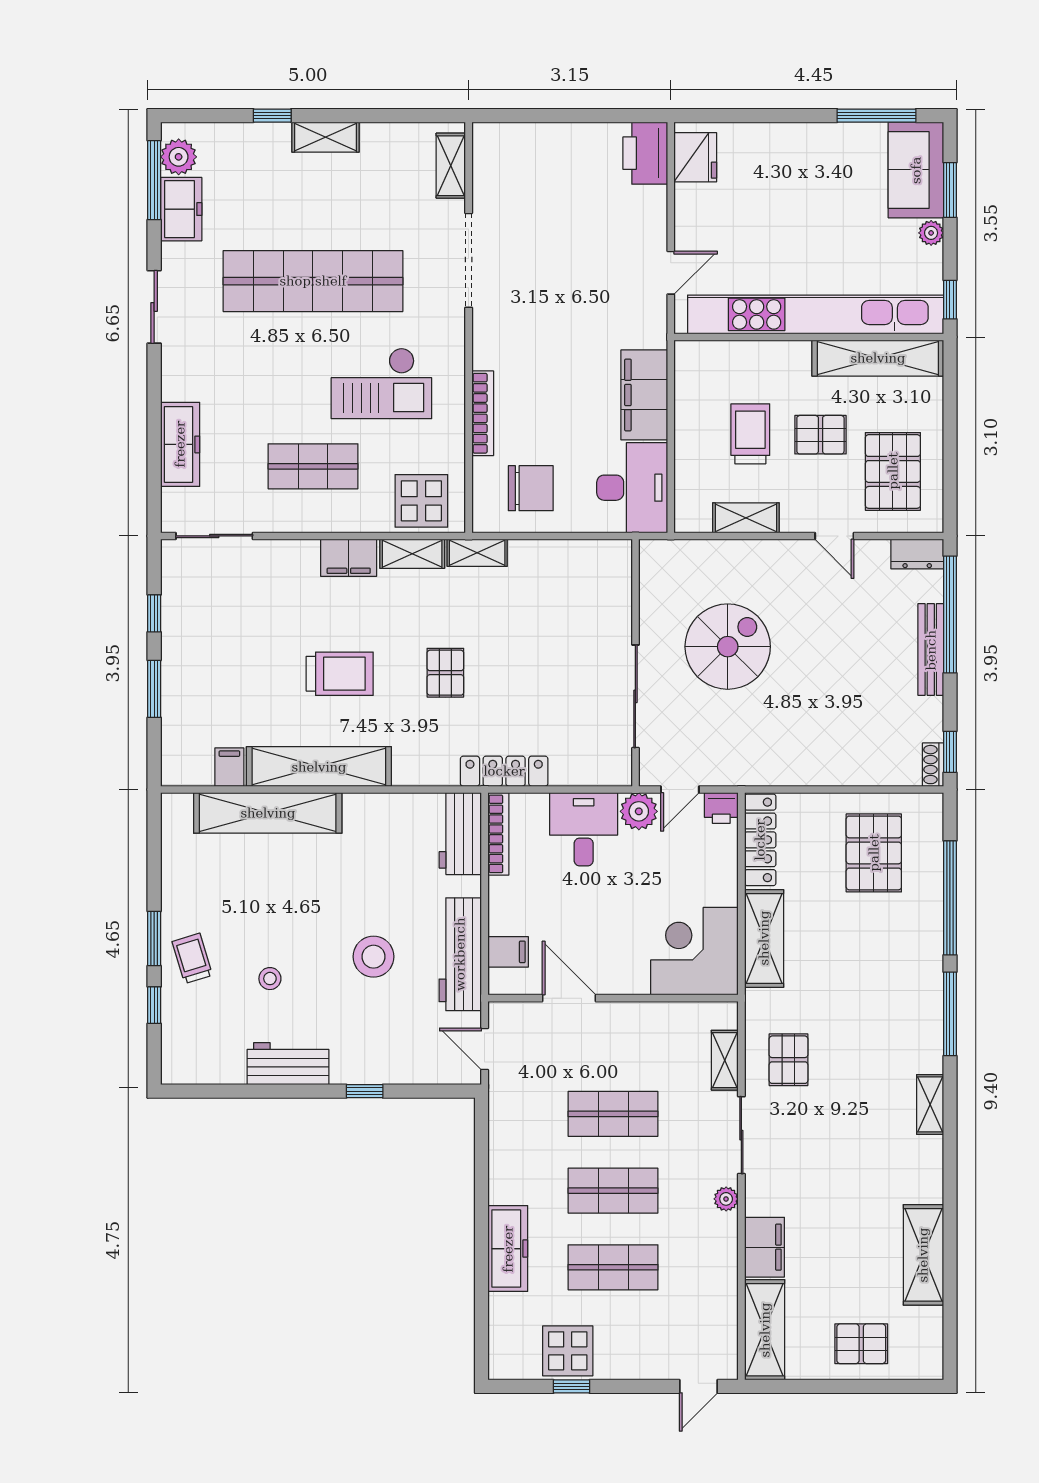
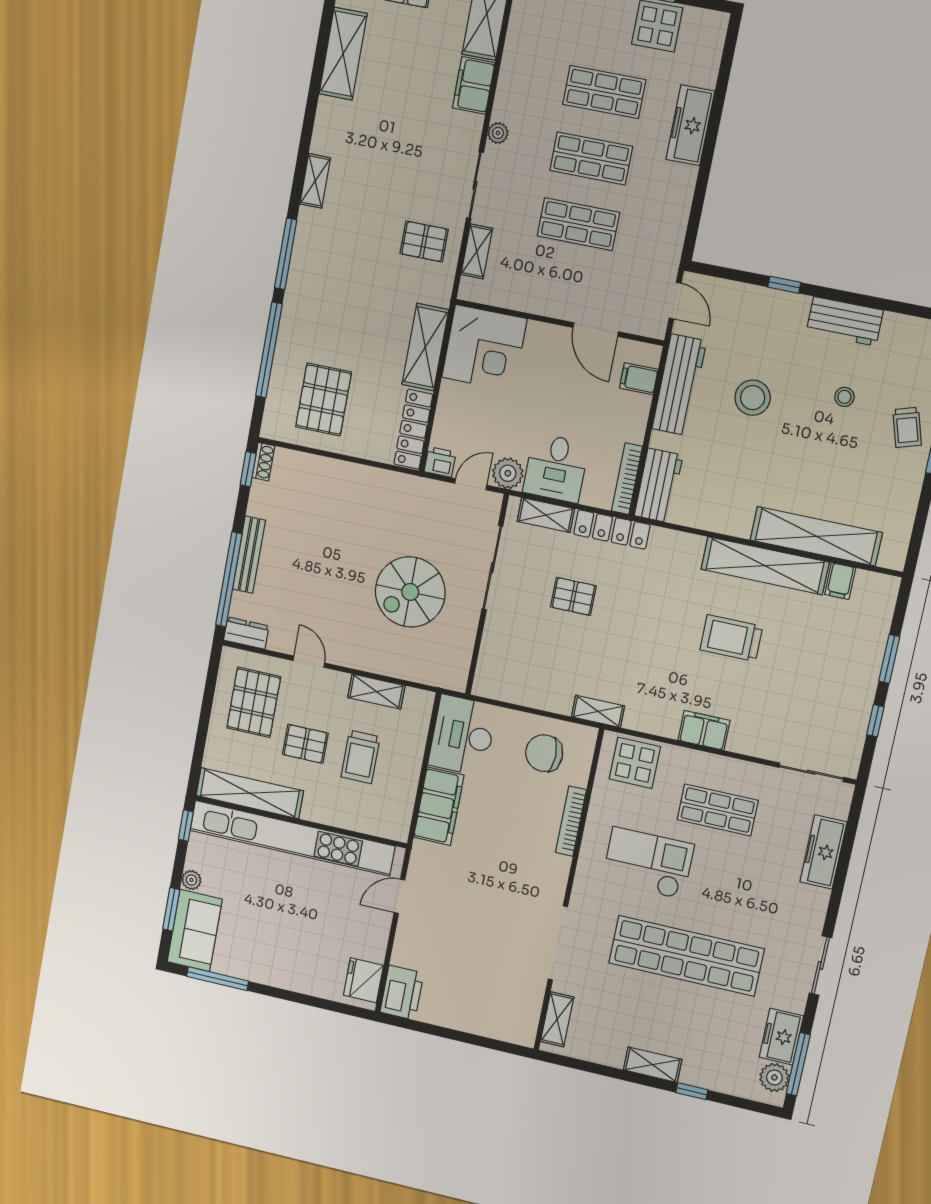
shelving: (412, 554) -> (546, 515), moved
pallet: (445, 673) -> (573, 596), moved, turned 90
pallet: (789, 1060) -> (424, 241), turned 90

